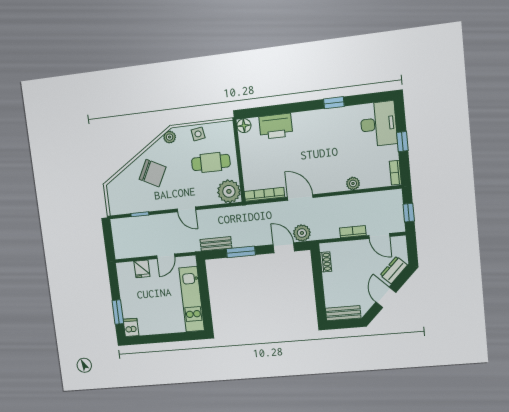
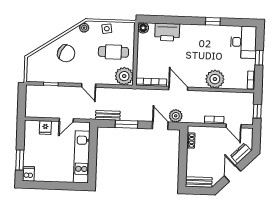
plant: (353, 183) -> (215, 79), width x1.88, depth x1.88

